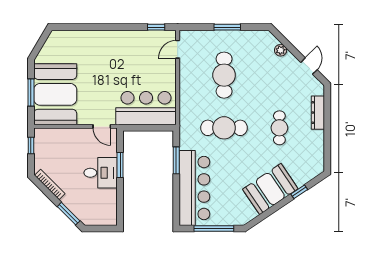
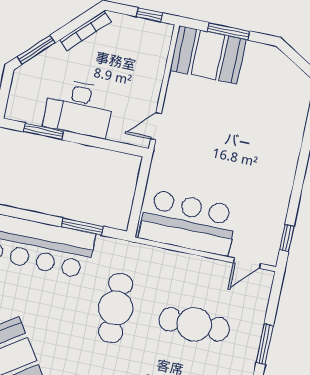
door: (178, 49) -> (247, 263), swing flipped
booth: (55, 94) -> (208, 55), width x0.73, depth x0.70
bar counter: (146, 108) -> (188, 223), moved, turned -90
window: (120, 165) -> (44, 131), moved
desk: (101, 173) -> (79, 108), width x1.37

